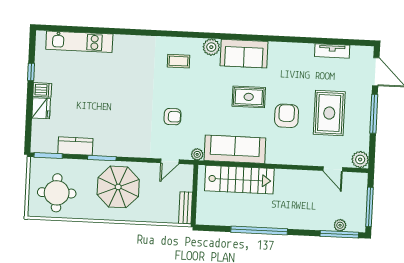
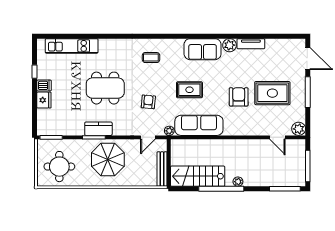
plant: (211, 47) -> (230, 45), moved
tv unit: (332, 51) -> (251, 44), moved
dining table: (119, 97) -> (105, 88), added
rug: (249, 97) -> (189, 90), moved
rug: (329, 113) -> (272, 93), turned 90
armchair: (172, 117) -> (148, 102), turned -85
kitchen counter: (75, 146) -> (98, 129), moved
stairs: (239, 180) -> (198, 176), moved, turned 180
bench: (186, 208) -> (162, 169), width x1.36
plant: (340, 225) -> (238, 182), moved

